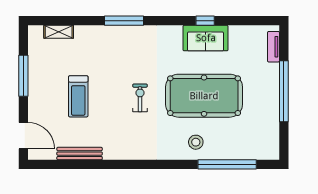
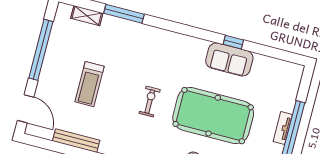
window: (124, 21) -> (124, 14), moved
tv unit: (274, 47) -> (283, 128), moved
window: (23, 76) -> (41, 50), width x1.46

